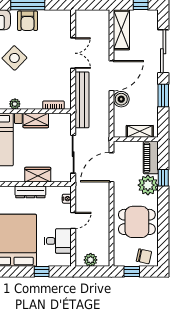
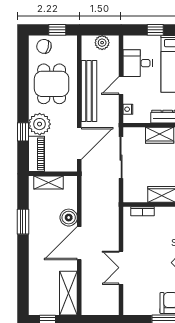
sliding door: (163, 51) -> (23, 270), removed
bench: (82, 100) -> (89, 91), moved
dining table: (137, 222) -> (52, 84), turned 90

